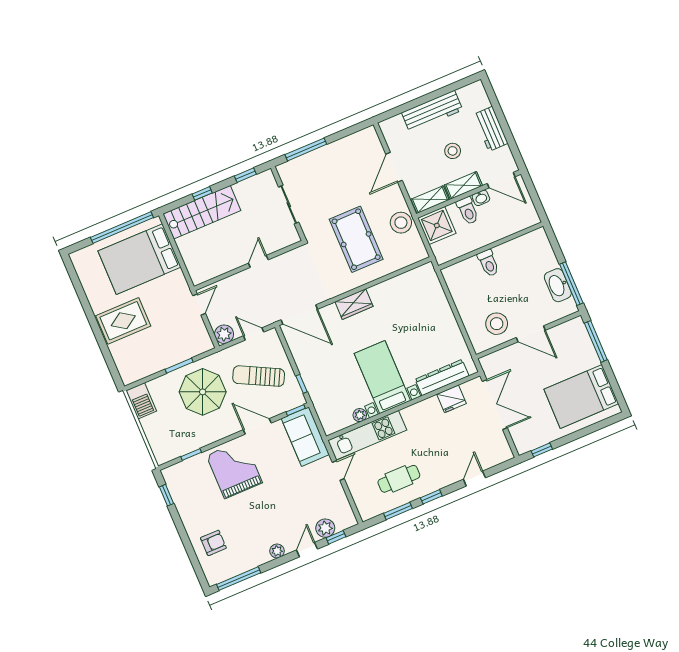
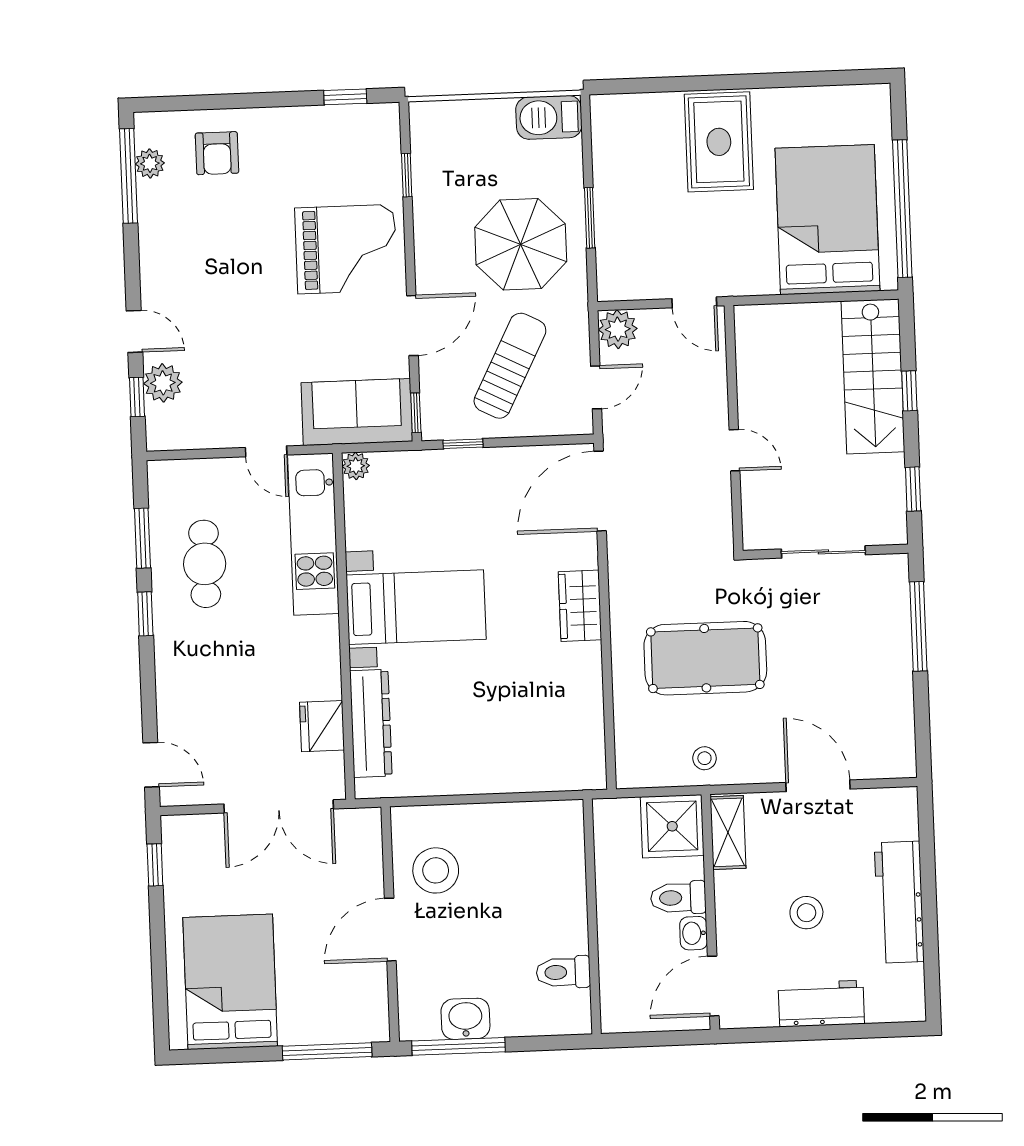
shelving: (463, 185) -> (731, 908), removed
stool: (401, 223) -> (704, 758), width x0.53, depth x0.53
toilet: (488, 263) -> (563, 972), moved
washbasin: (558, 285) -> (465, 1019), width x0.72
plant: (360, 415) -> (356, 466), moved
door: (474, 479) -> (151, 765), moved
plant: (277, 551) -> (150, 163), moved

